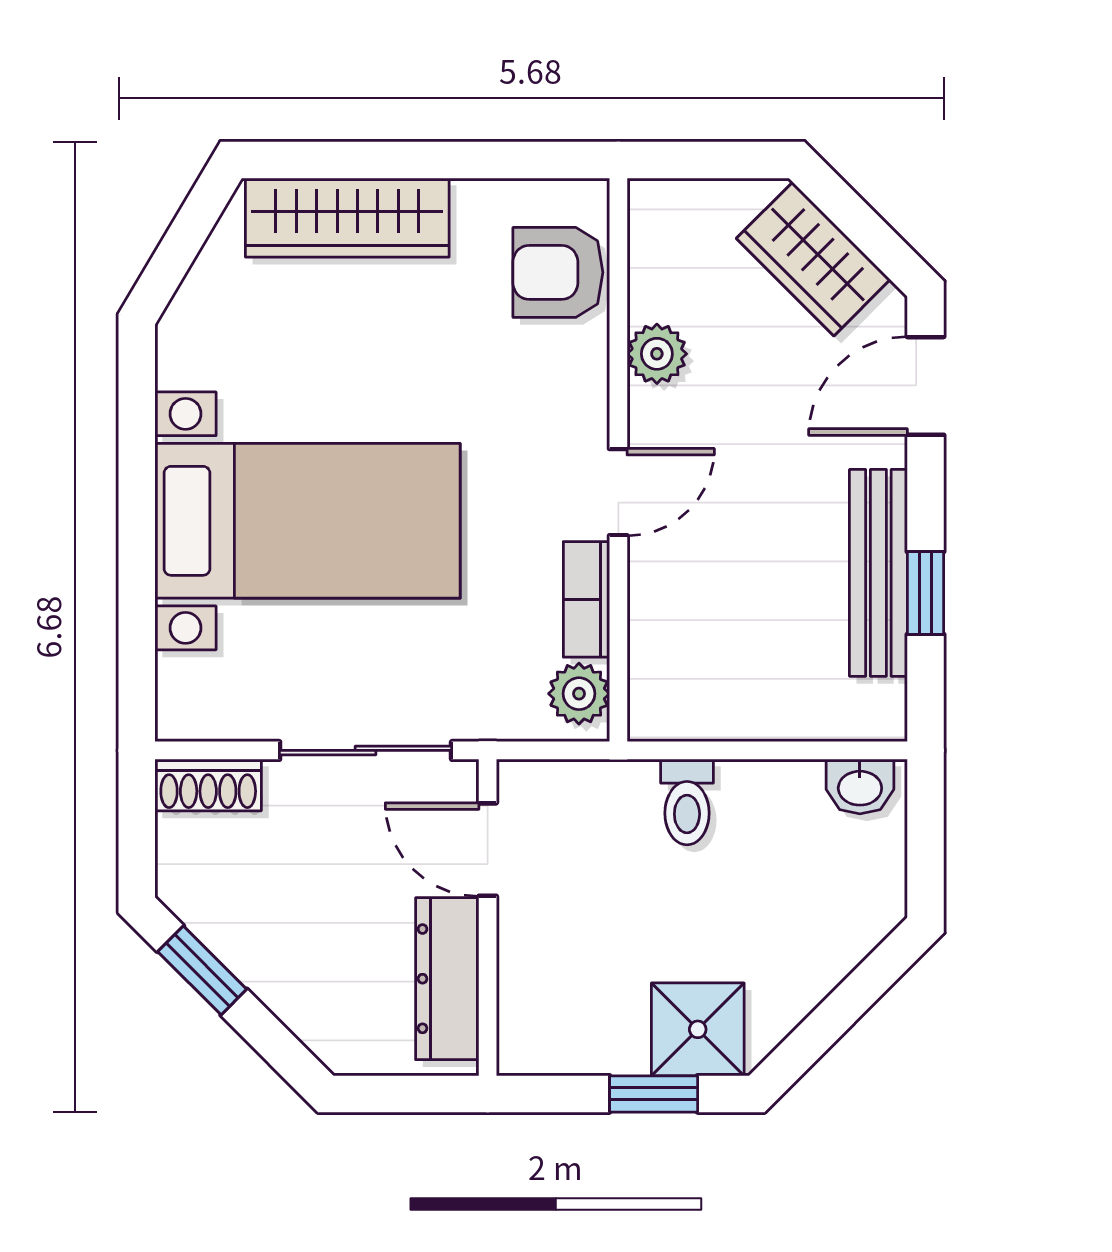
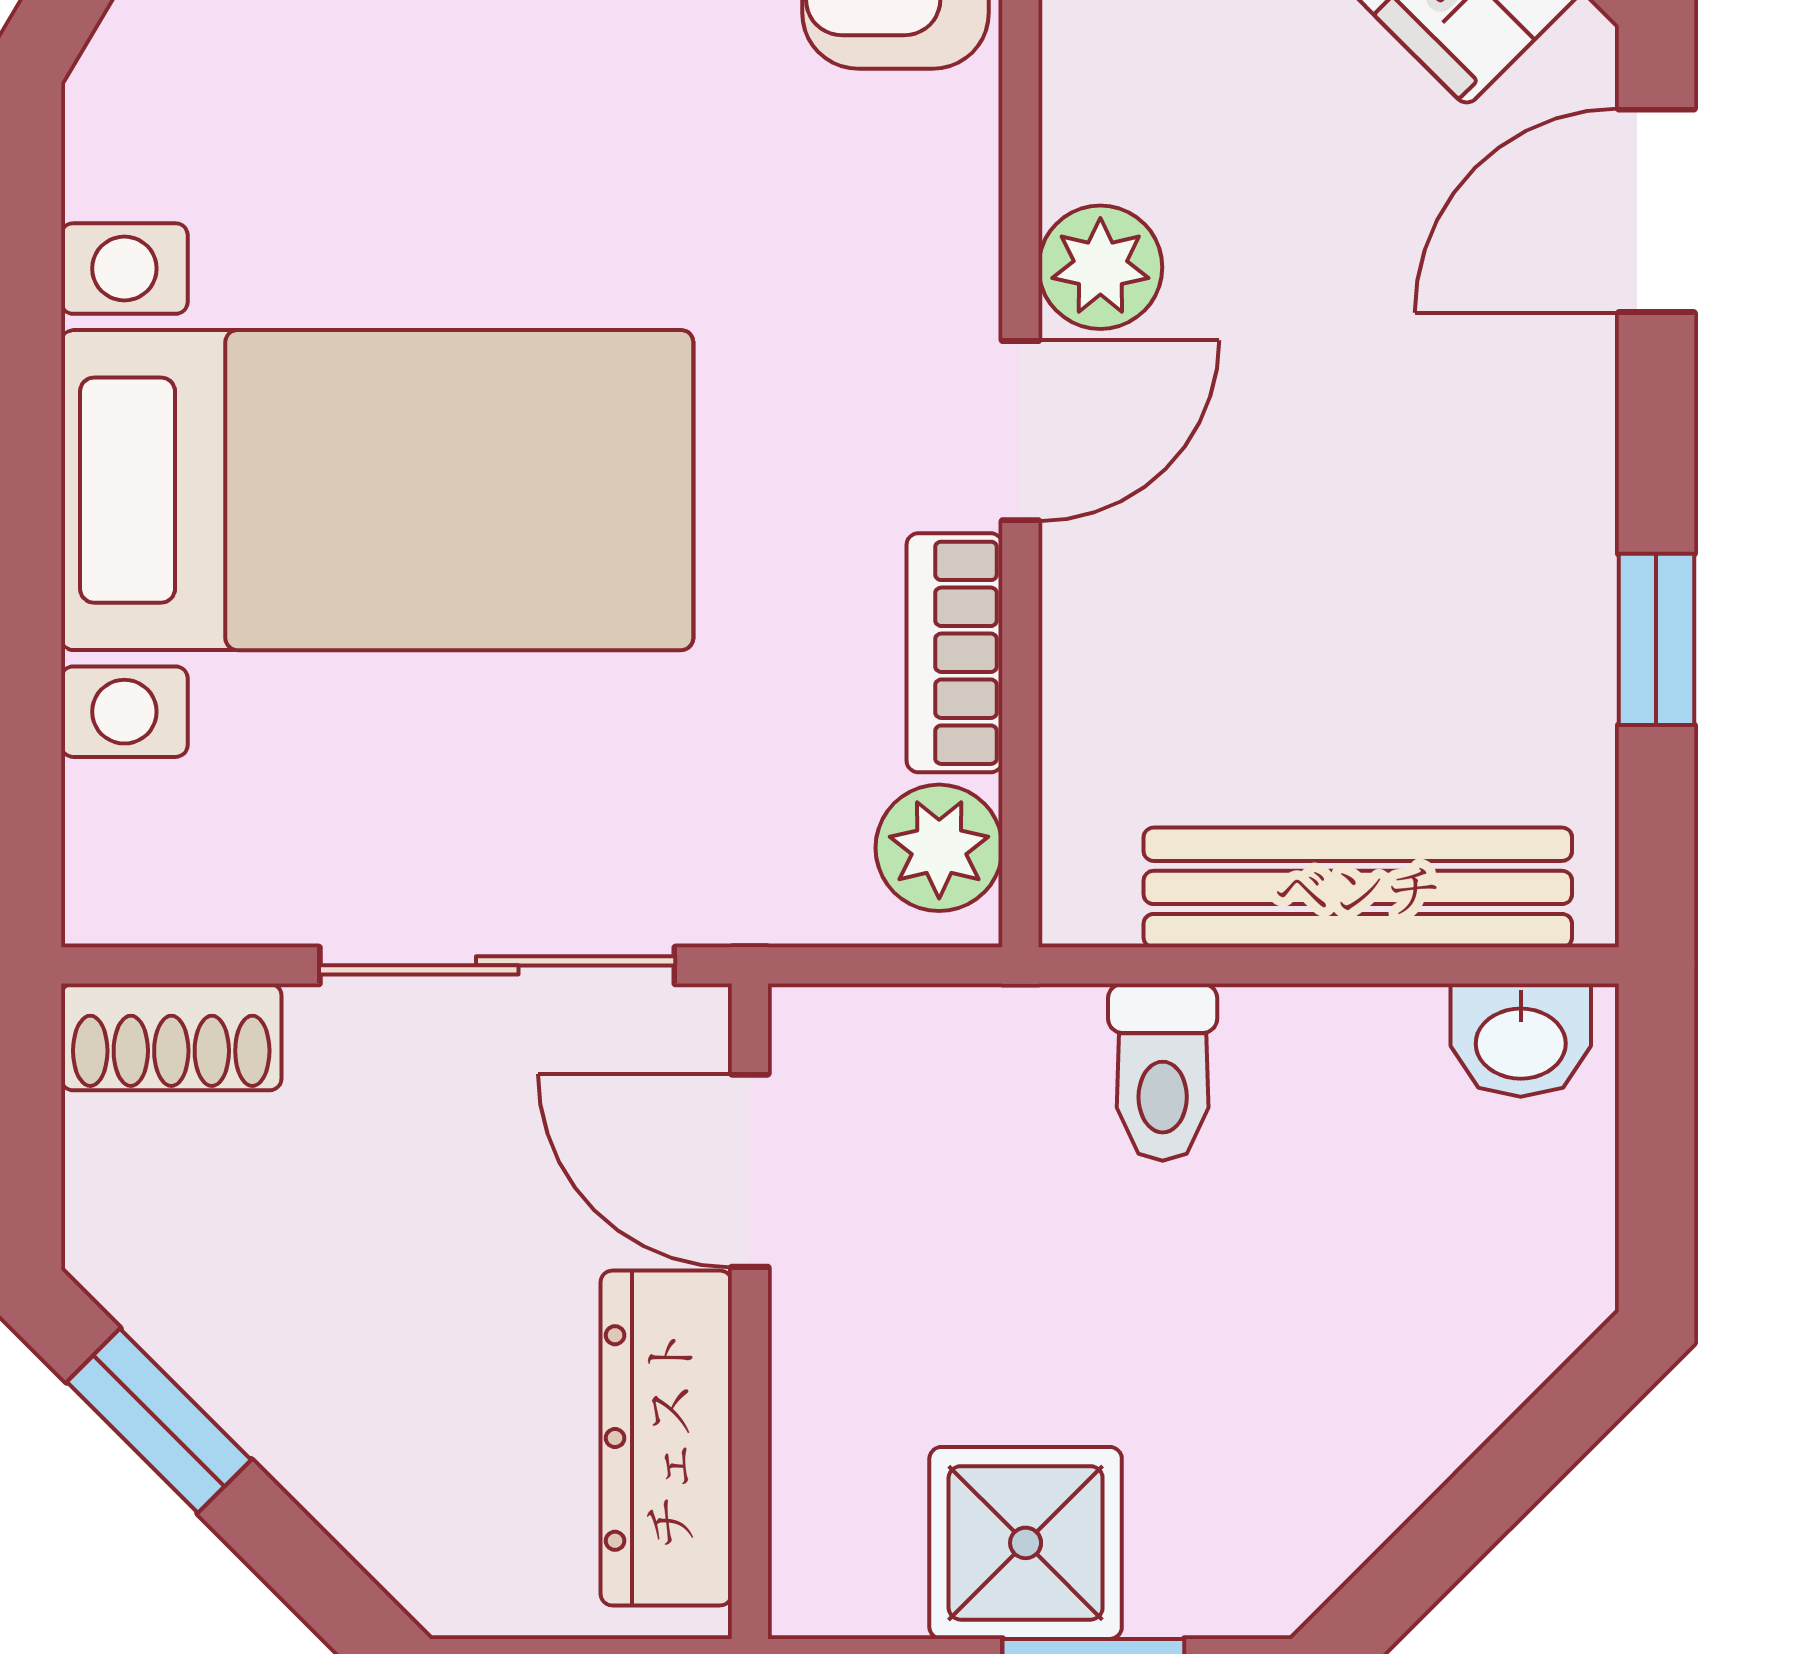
plant: (657, 354) -> (1100, 267), moved
bench: (878, 573) -> (1358, 887), moved, turned 90
shower: (698, 1029) -> (1026, 1543), moved

